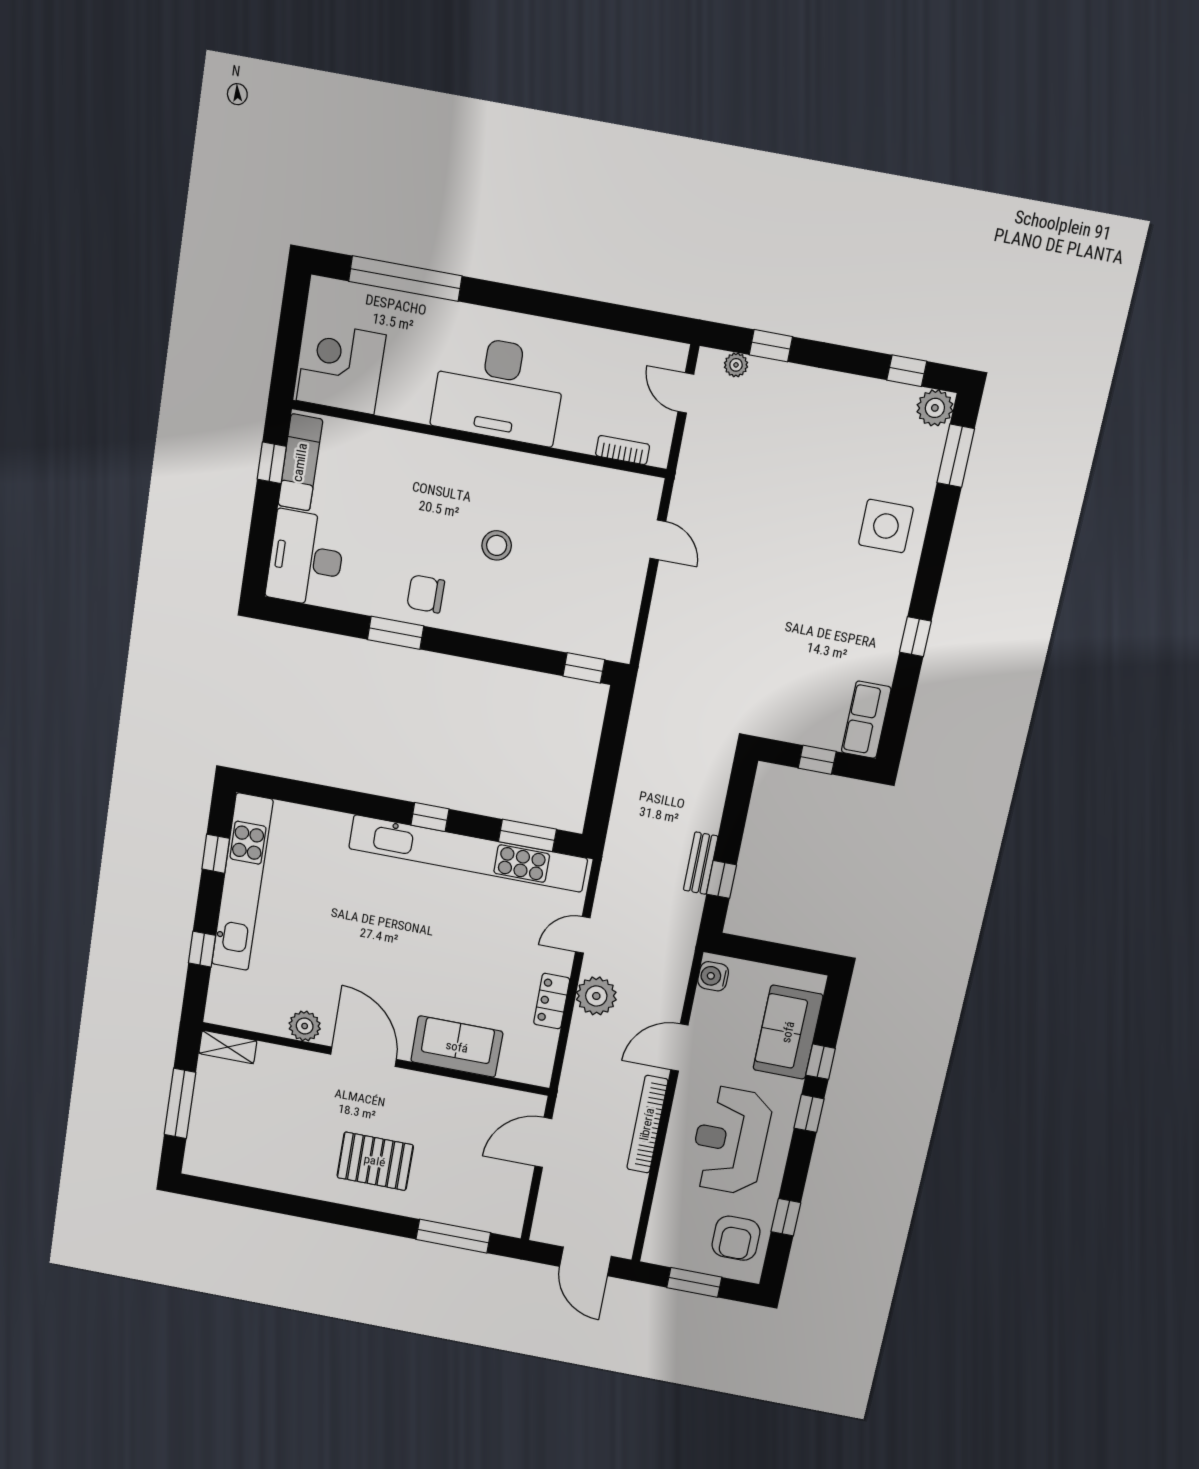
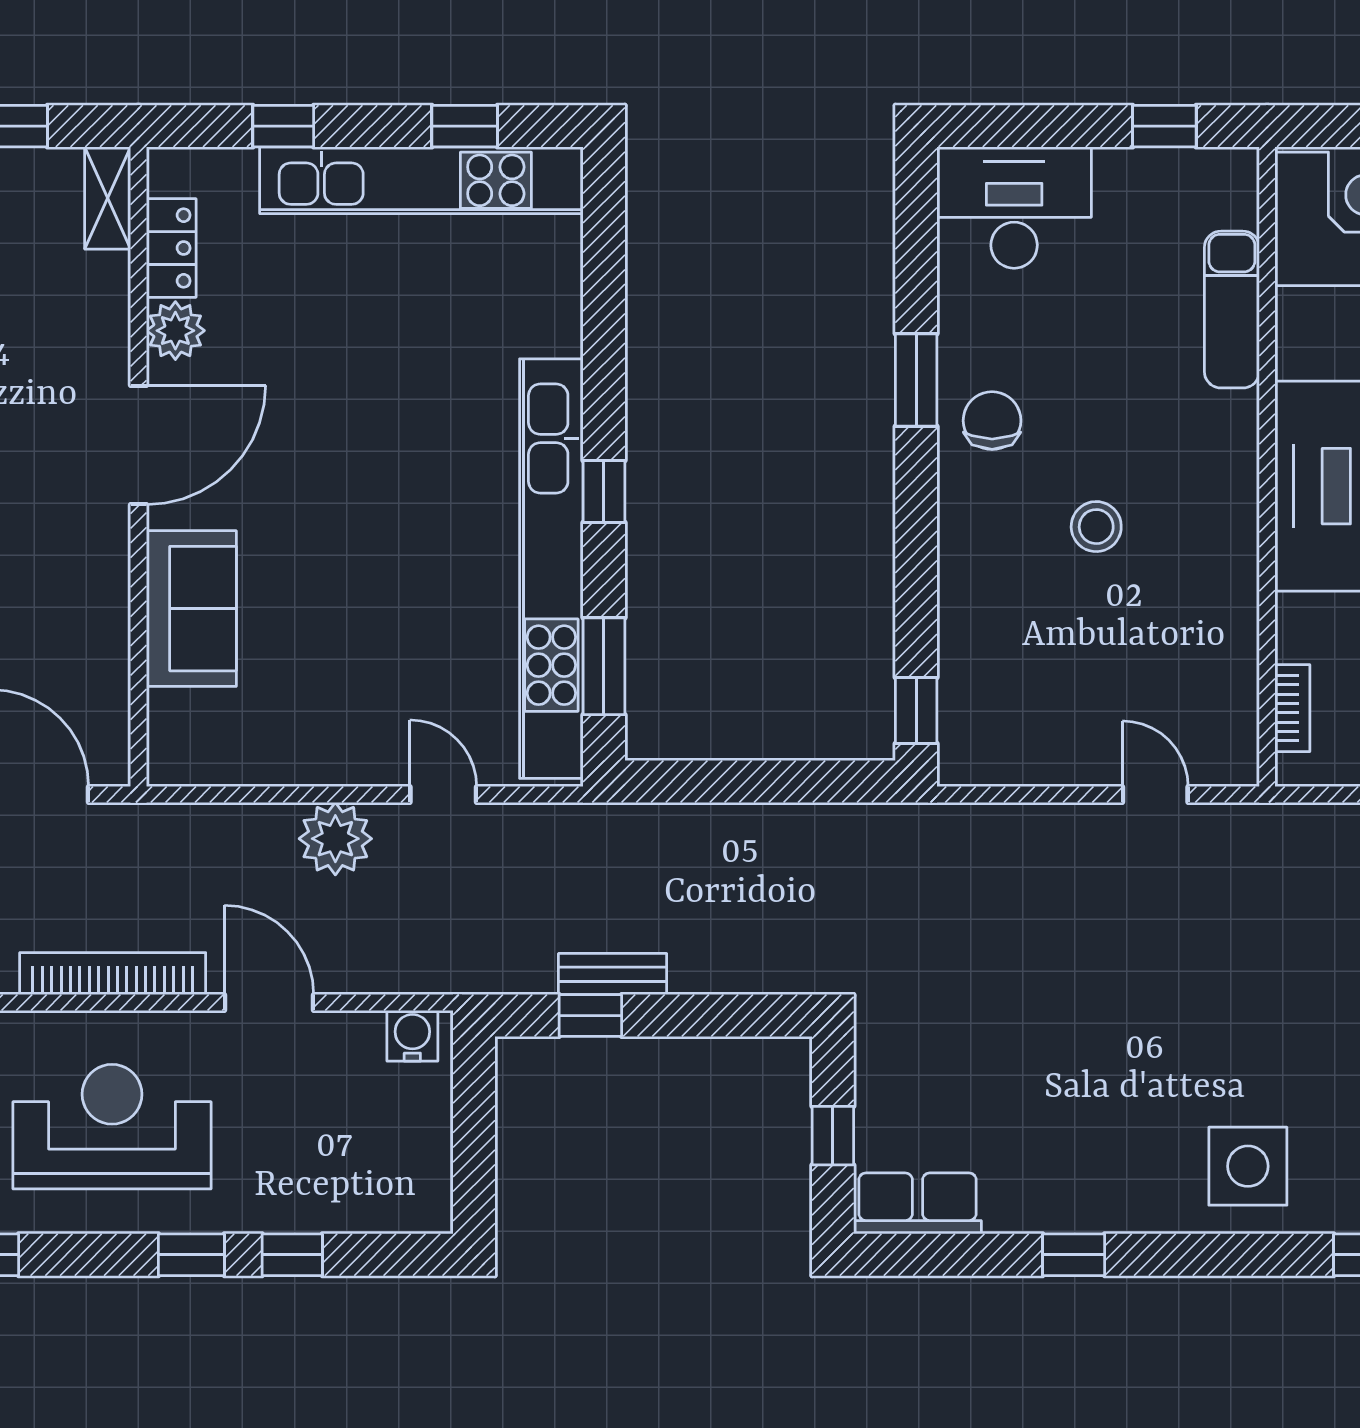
exam couch: (300, 462) -> (1232, 310), moved, turned 90
door: (658, 540) -> (1155, 794), swing flipped
locker: (552, 1001) -> (171, 248), moved, turned 90
sofa: (788, 1032) -> (336, 1187), removed

